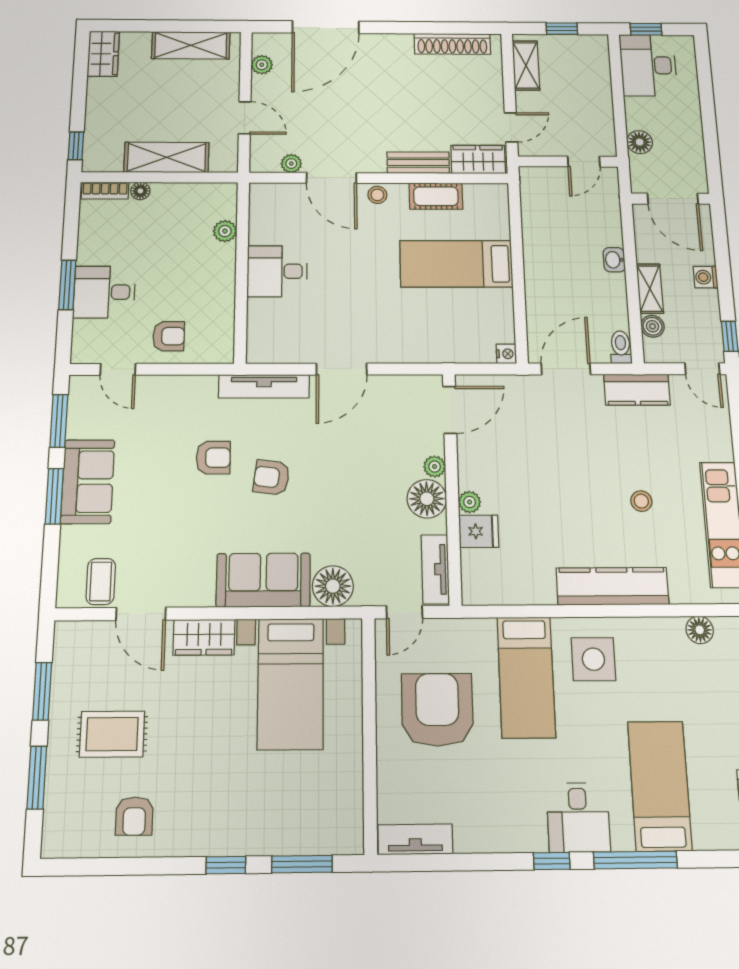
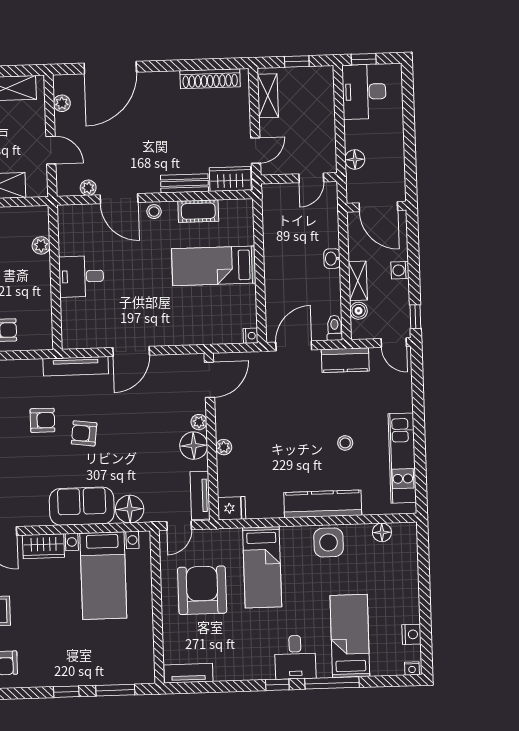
fridge: (479, 531) -> (232, 508), moved
side table: (593, 659) -> (329, 542), moved

